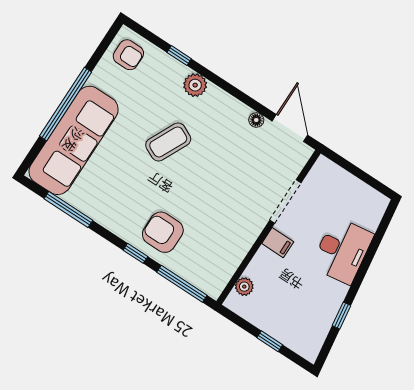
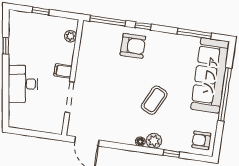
floor lamp: (256, 120) -> (140, 142), moved

